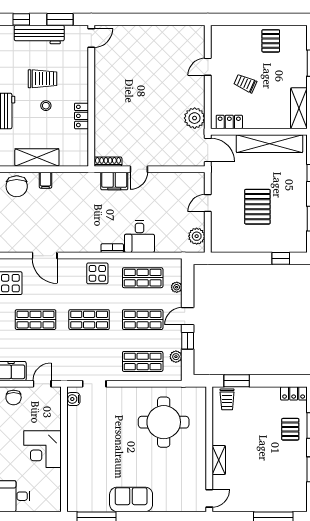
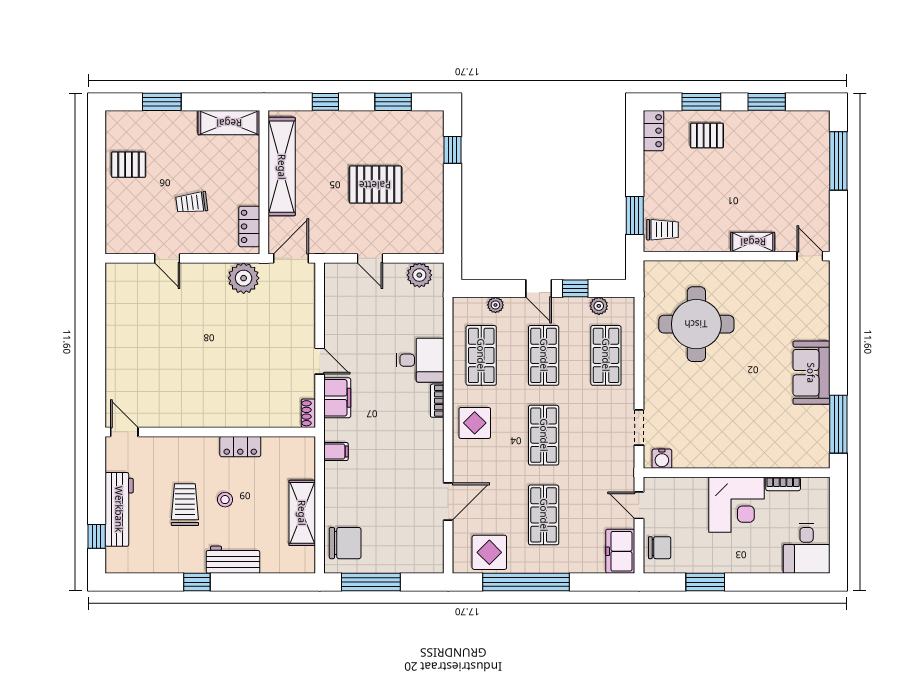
window: (60, 19) -> (97, 478), removed
trolley: (245, 83) -> (192, 203), turned 59
shoe rack: (108, 162) -> (308, 413), width x0.70
filing cabinet: (46, 180) -> (336, 452), moved
bookcase: (56, 480) -> (783, 484), added

